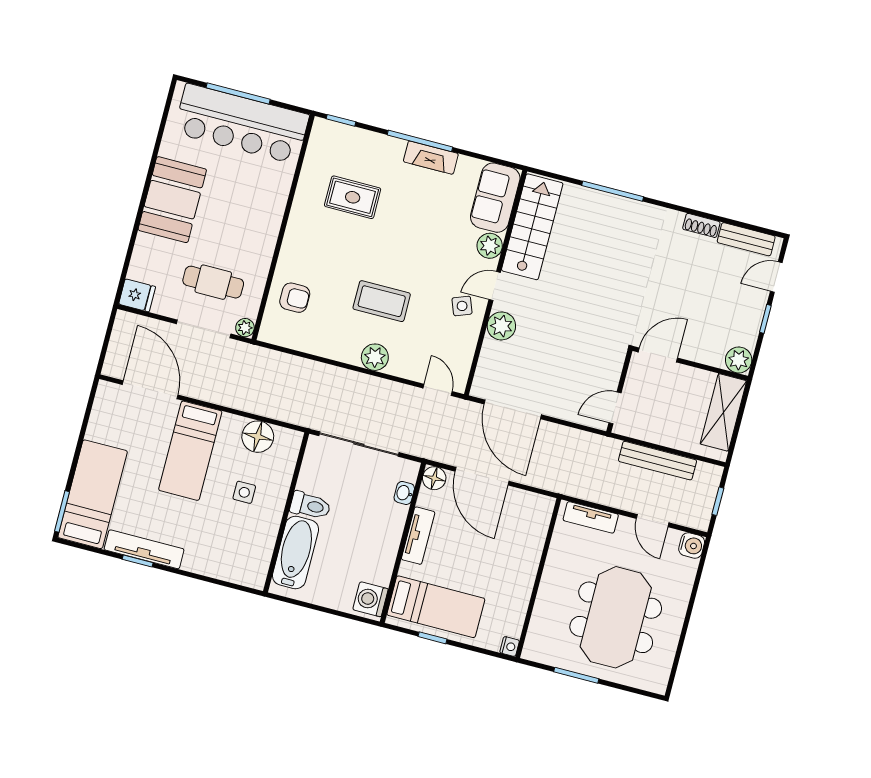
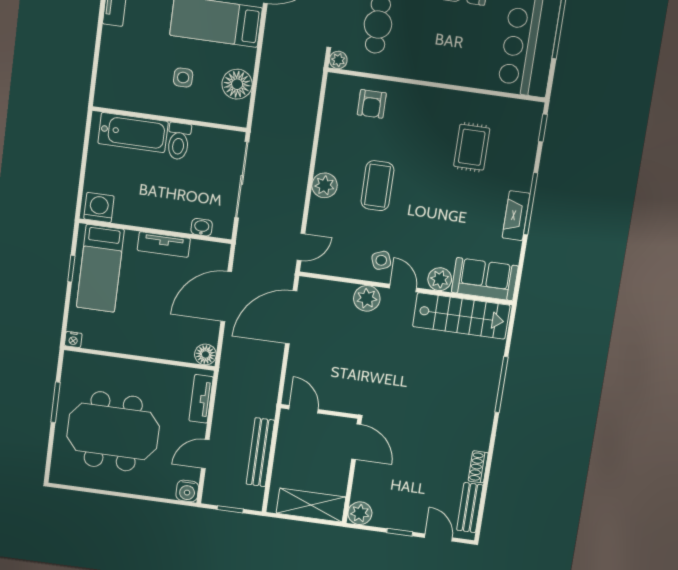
floor lamp: (434, 478) -> (205, 354), moved

